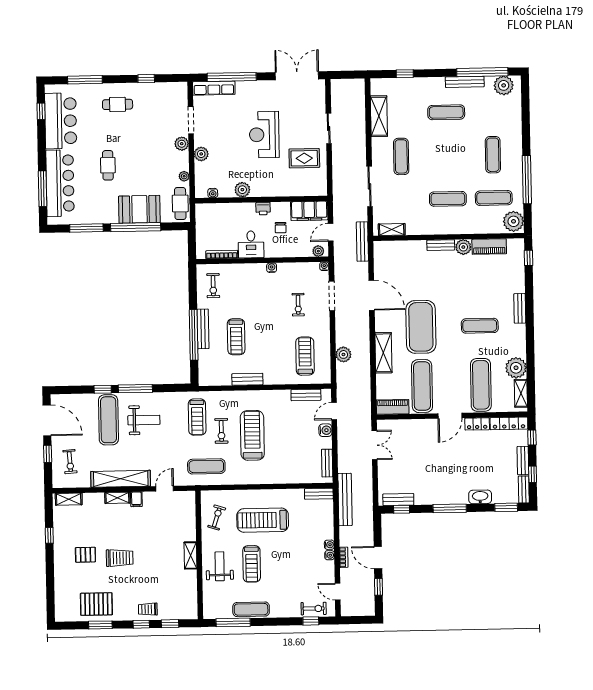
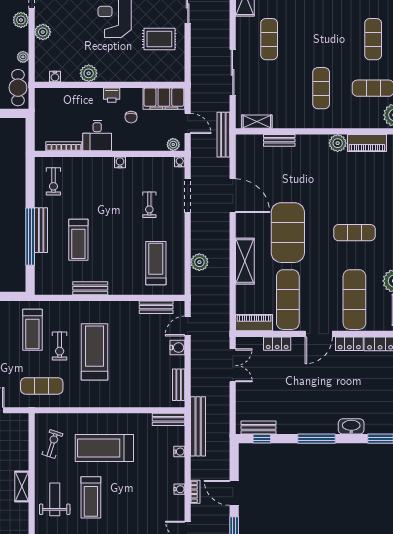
exercise mat: (448, 199) -> (321, 88), turned 90
door: (331, 232) -> (188, 123), swing flipped
bench: (441, 245) -> (279, 140), moved
locker: (413, 425) -> (277, 344), added
water cooler: (329, 545) -> (179, 452), moved

